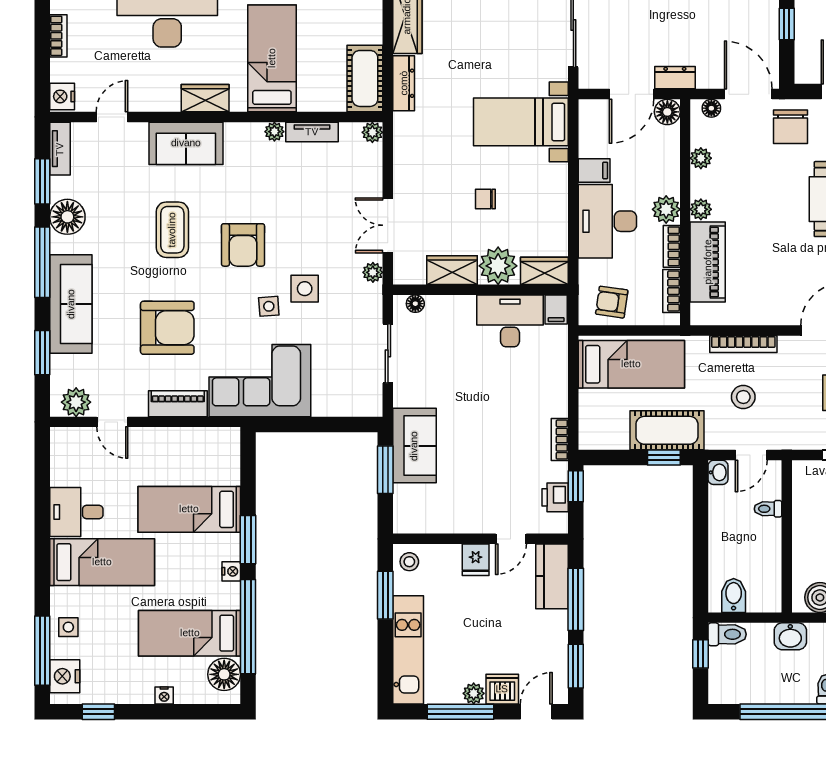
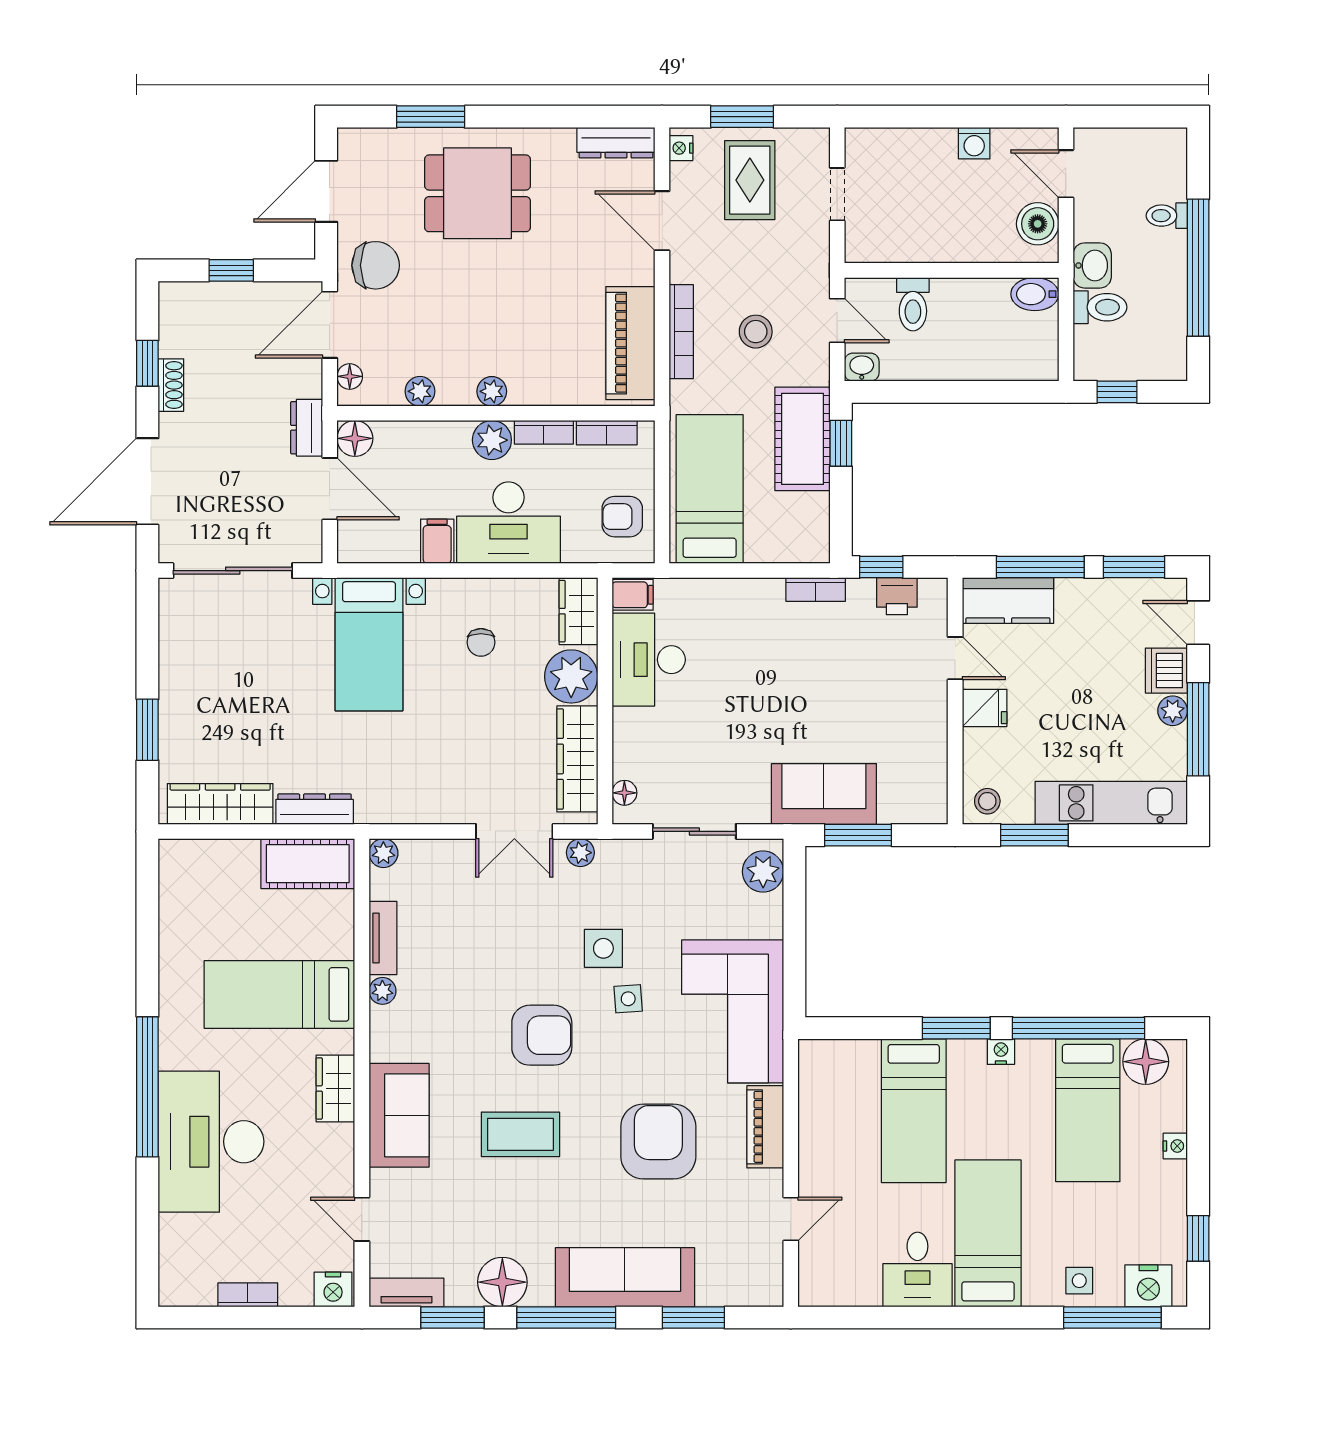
chair: (485, 199) -> (481, 642), moved
piano: (708, 262) -> (630, 343), moved, turned -90
wardrobe: (452, 270) -> (577, 759), width x1.50
armchair: (612, 302) -> (622, 517), turned 82
plant: (76, 402) -> (763, 872), moved
toilet: (768, 509) -> (913, 304), width x1.37, depth x1.39
bidet: (734, 595) -> (1035, 294), moved
toilet: (727, 634) -> (1100, 307), moved, turned 90

